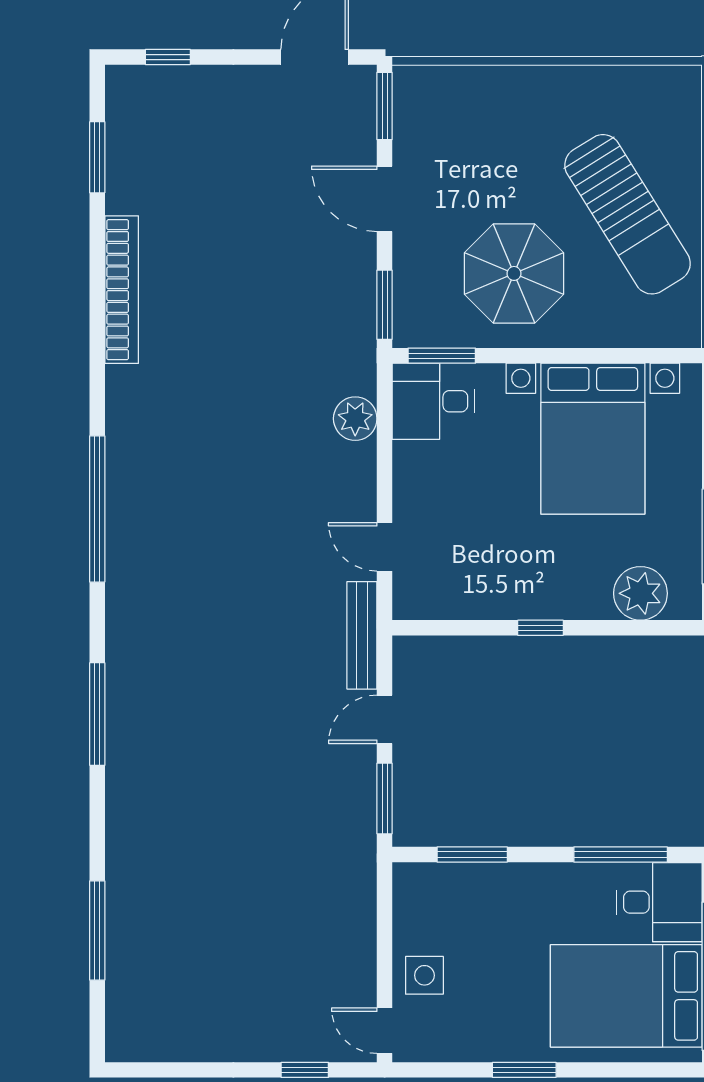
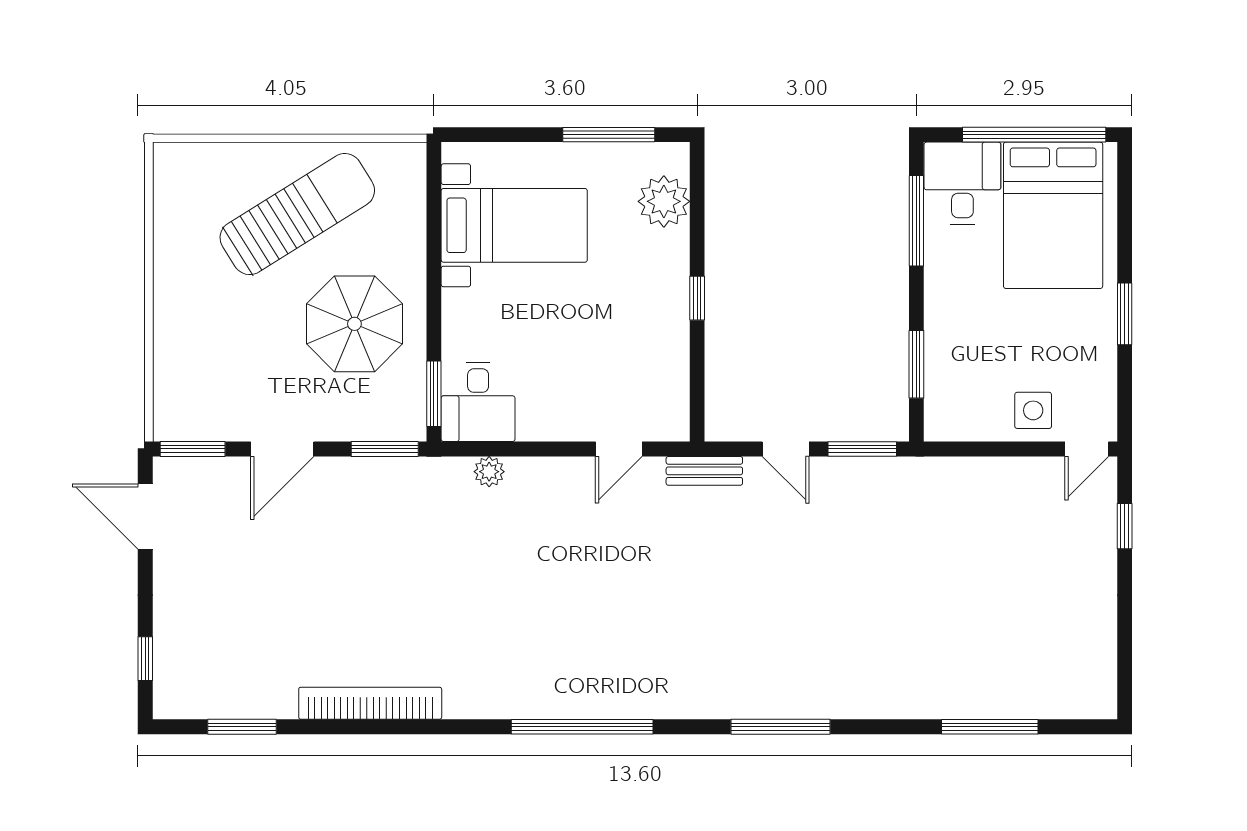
plant: (355, 419) -> (489, 472), width x0.73, depth x0.73
bed with nightstands: (593, 439) -> (514, 225), width x0.73
bench: (362, 635) -> (704, 471), width x0.73

